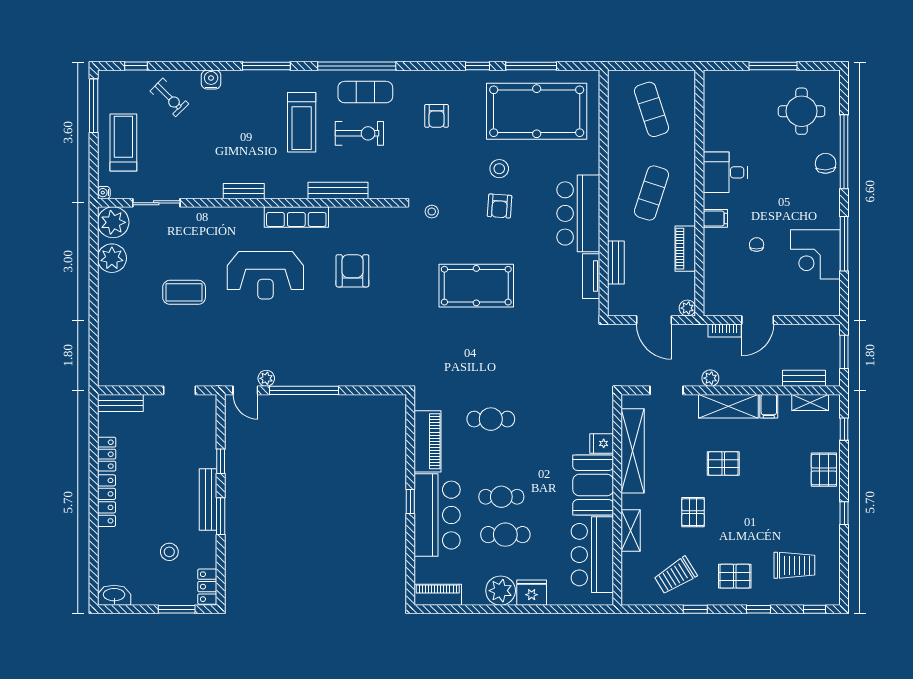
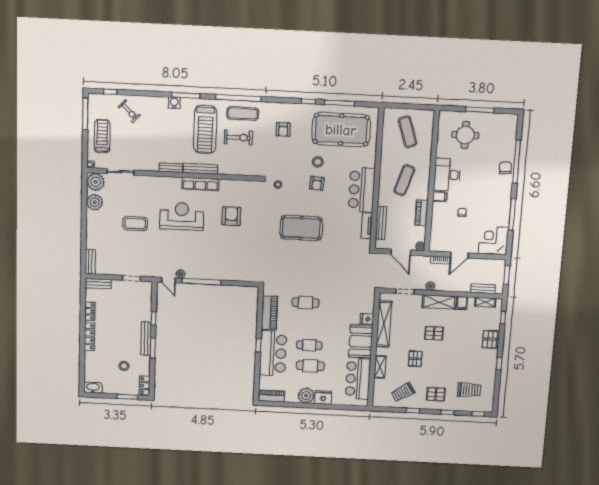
water cooler: (211, 80) -> (174, 103), moved
round table: (802, 111) -> (465, 135), moved
treadmill: (302, 122) -> (205, 129), width x1.37, depth x1.38
desk: (725, 172) -> (447, 175), width x1.37
bench: (338, 191) -> (200, 169), moved
corner desk: (815, 254) -> (493, 241), moved, turned 90
bench: (616, 262) -> (381, 223), width x1.36
reception desk: (265, 275) -> (182, 216), turned 180
bench: (106, 364) -> (90, 262), added

